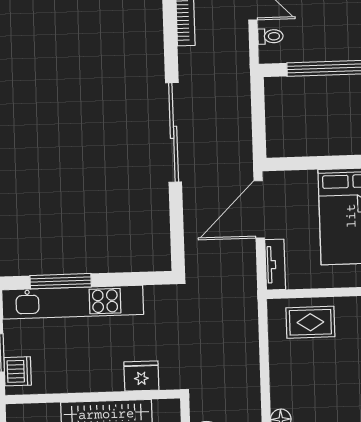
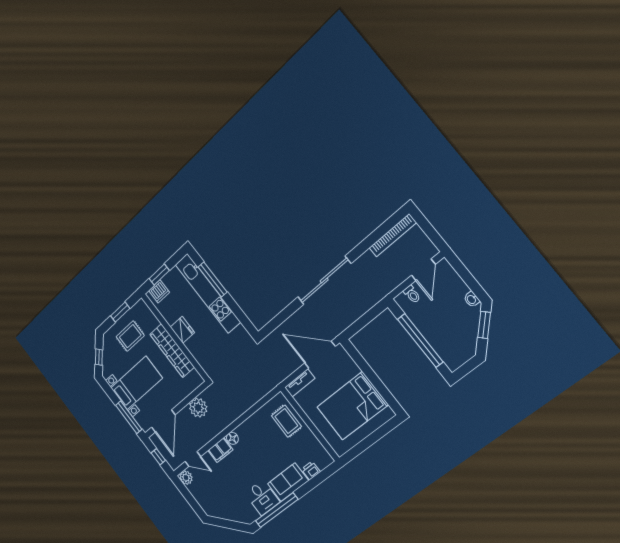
fridge: (141, 376) -> (182, 330), moved

